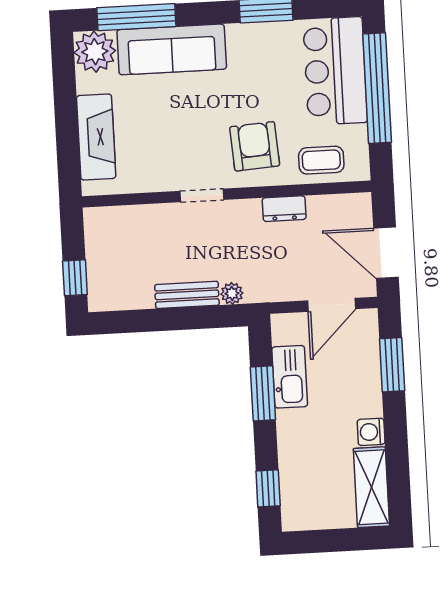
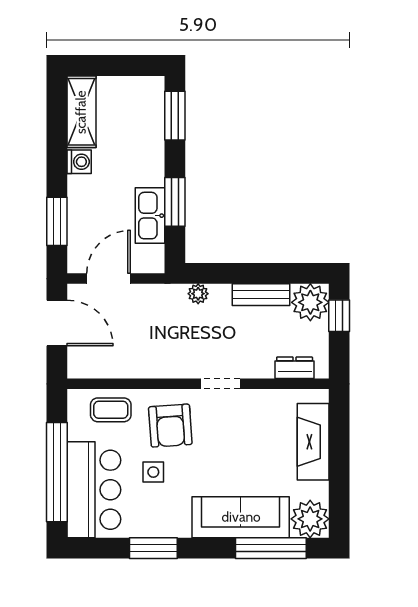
side table: (271, 94) -> (153, 472), added
dresser: (284, 209) -> (295, 368), moved
plant: (108, 291) -> (310, 302), added
bench: (187, 295) -> (261, 295), moved
window: (268, 488) -> (175, 116), width x1.50

